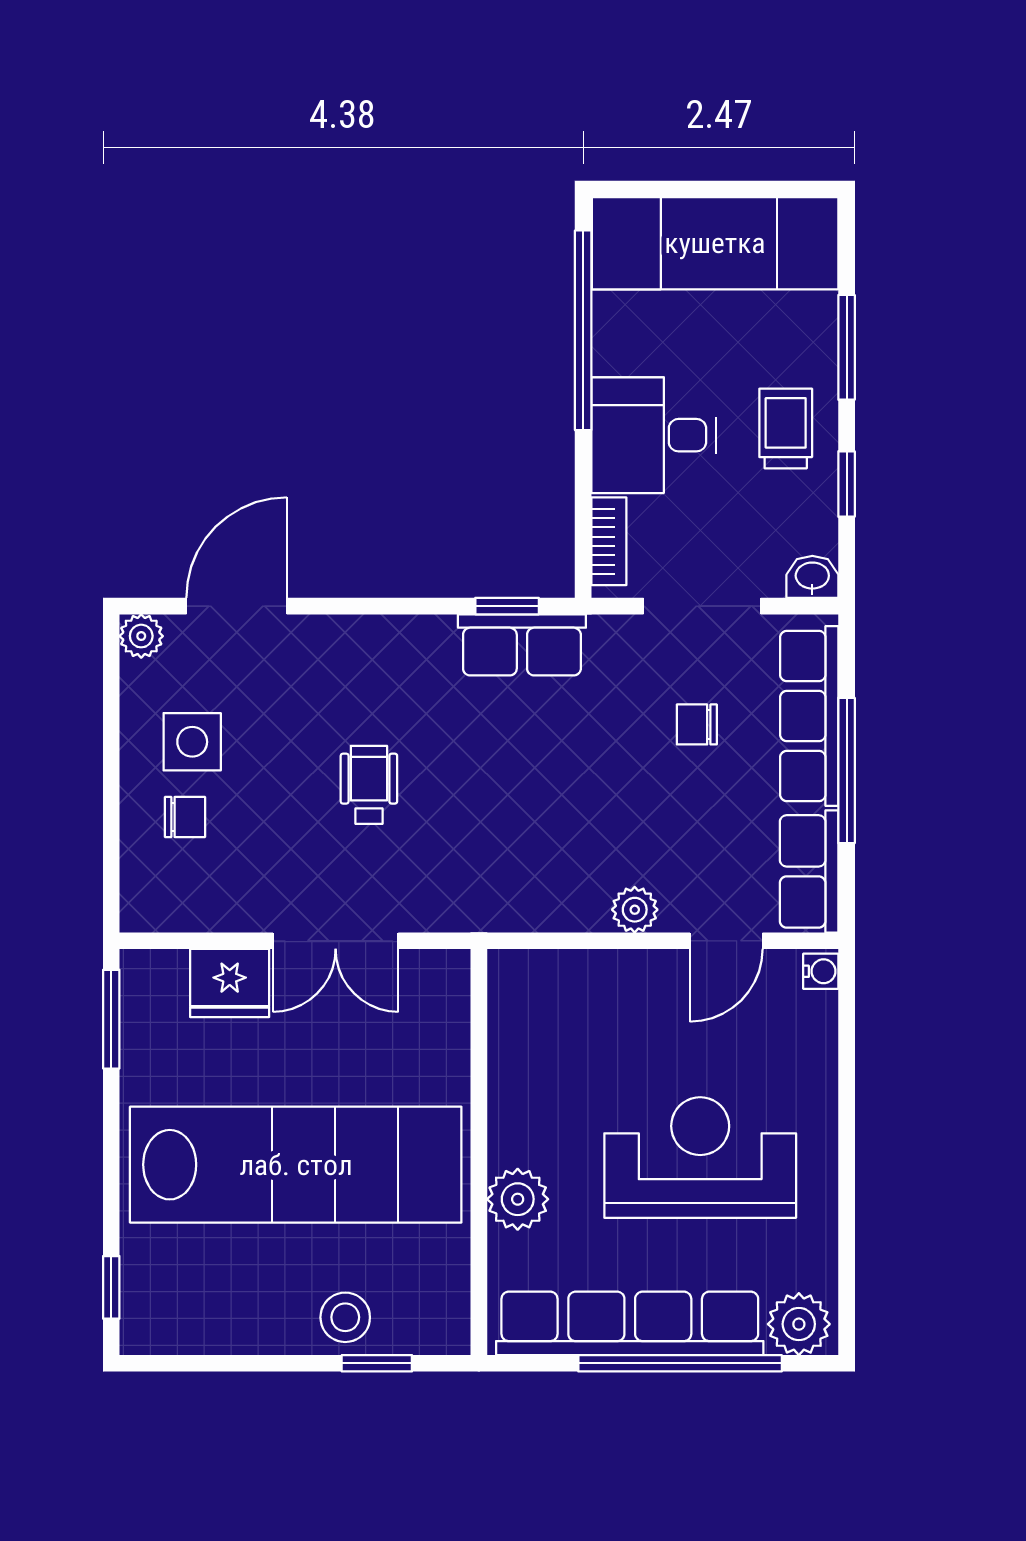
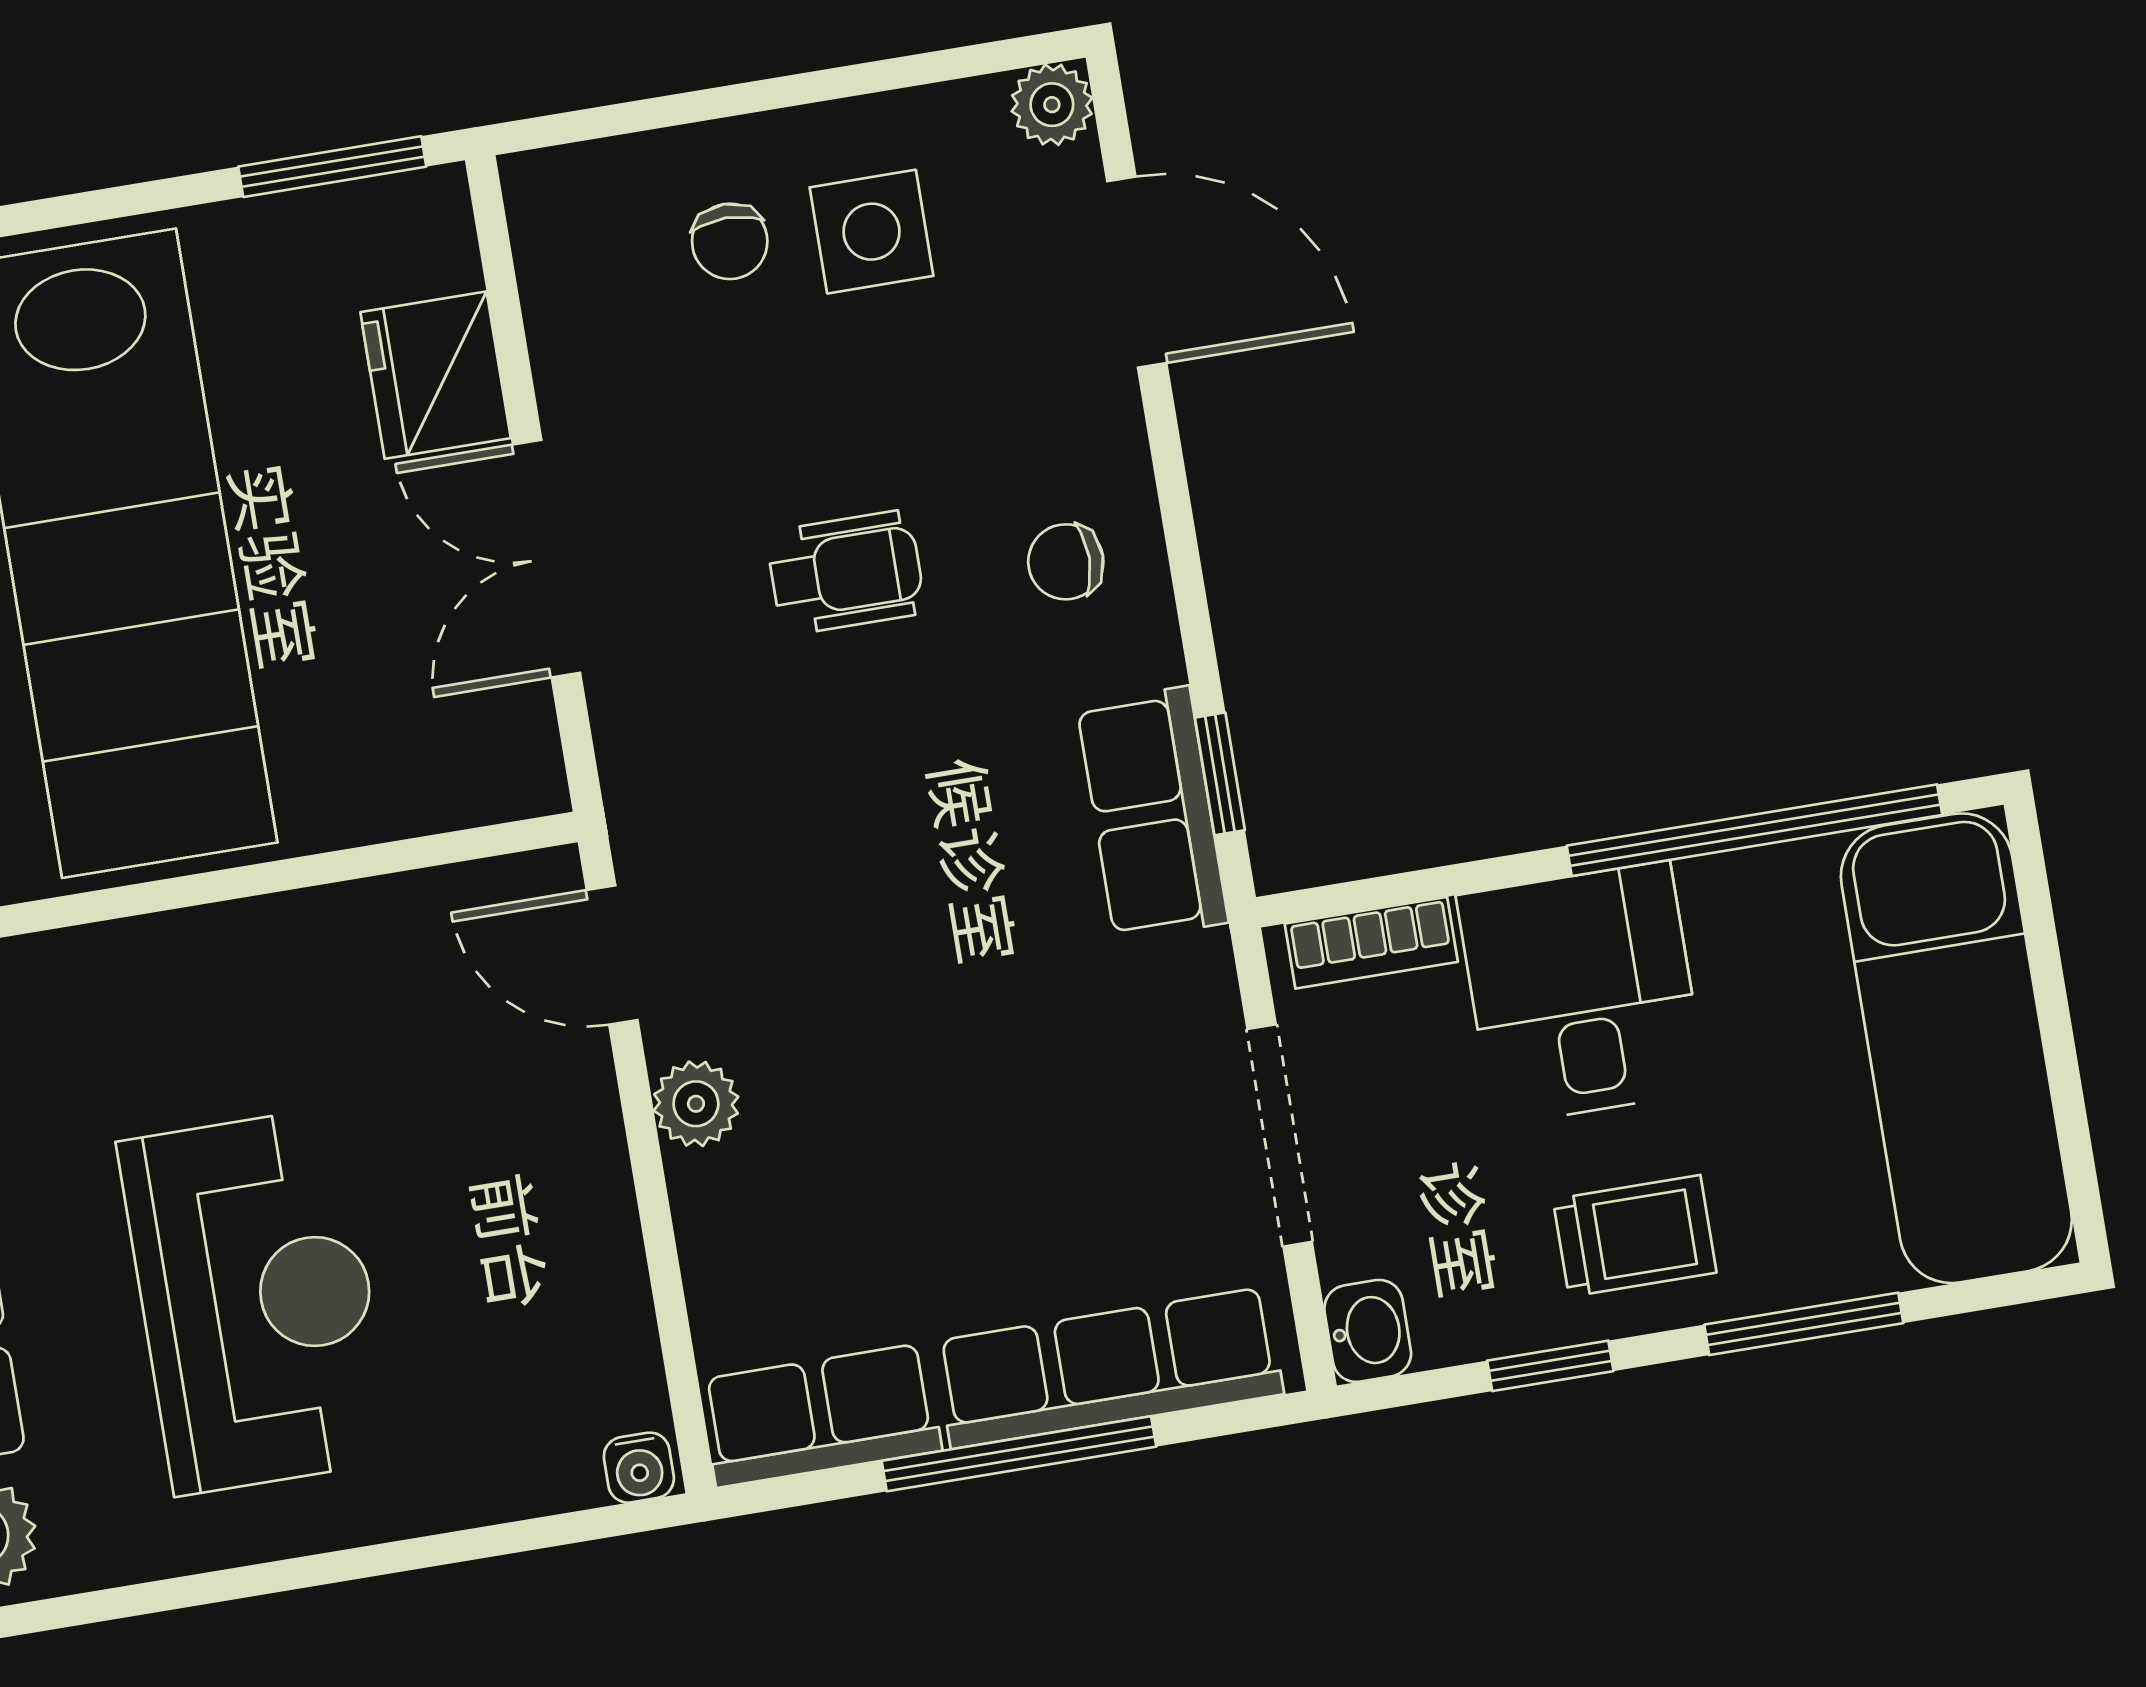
chair: (697, 724) -> (1066, 562), moved, turned -90
door: (726, 941) -> (612, 955), moved
plant: (518, 1199) -> (123, 976), removed

